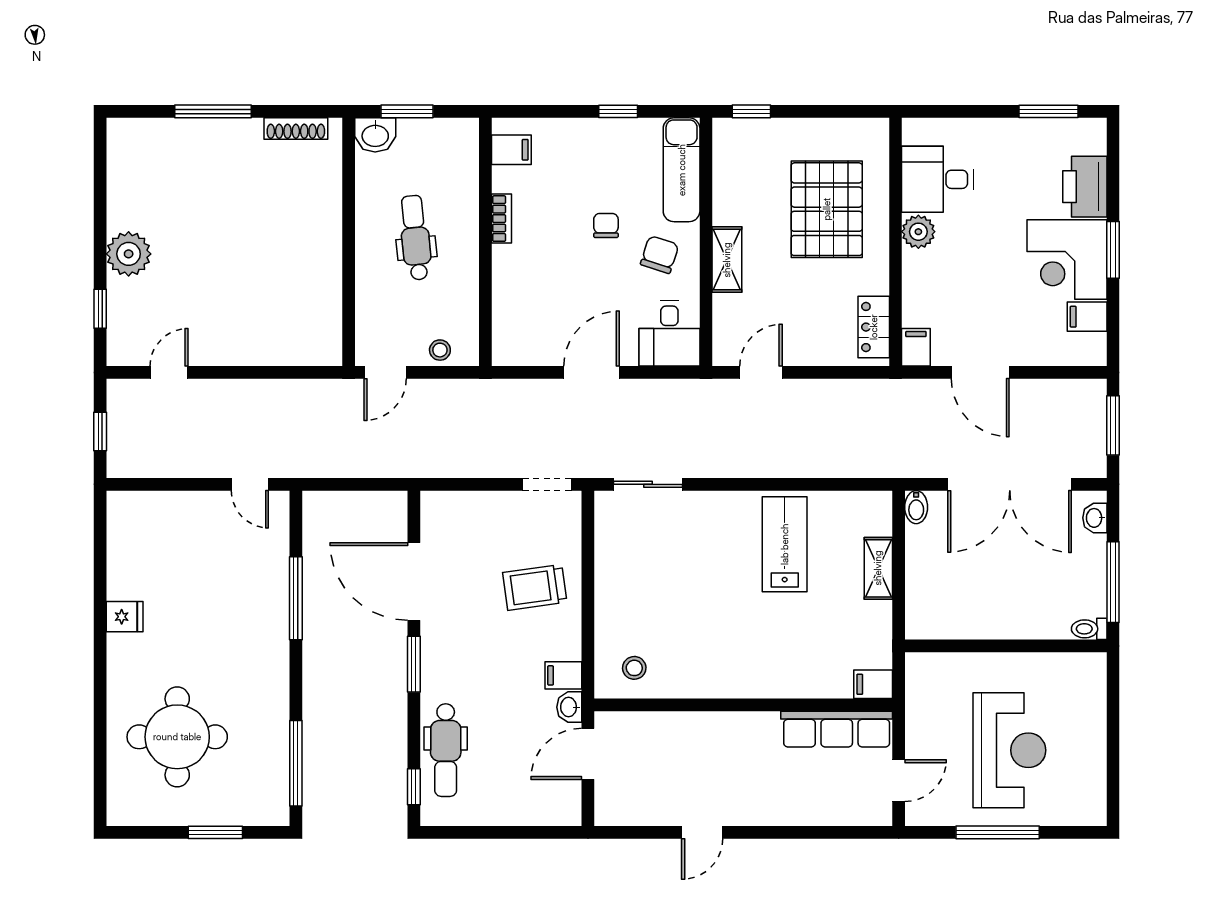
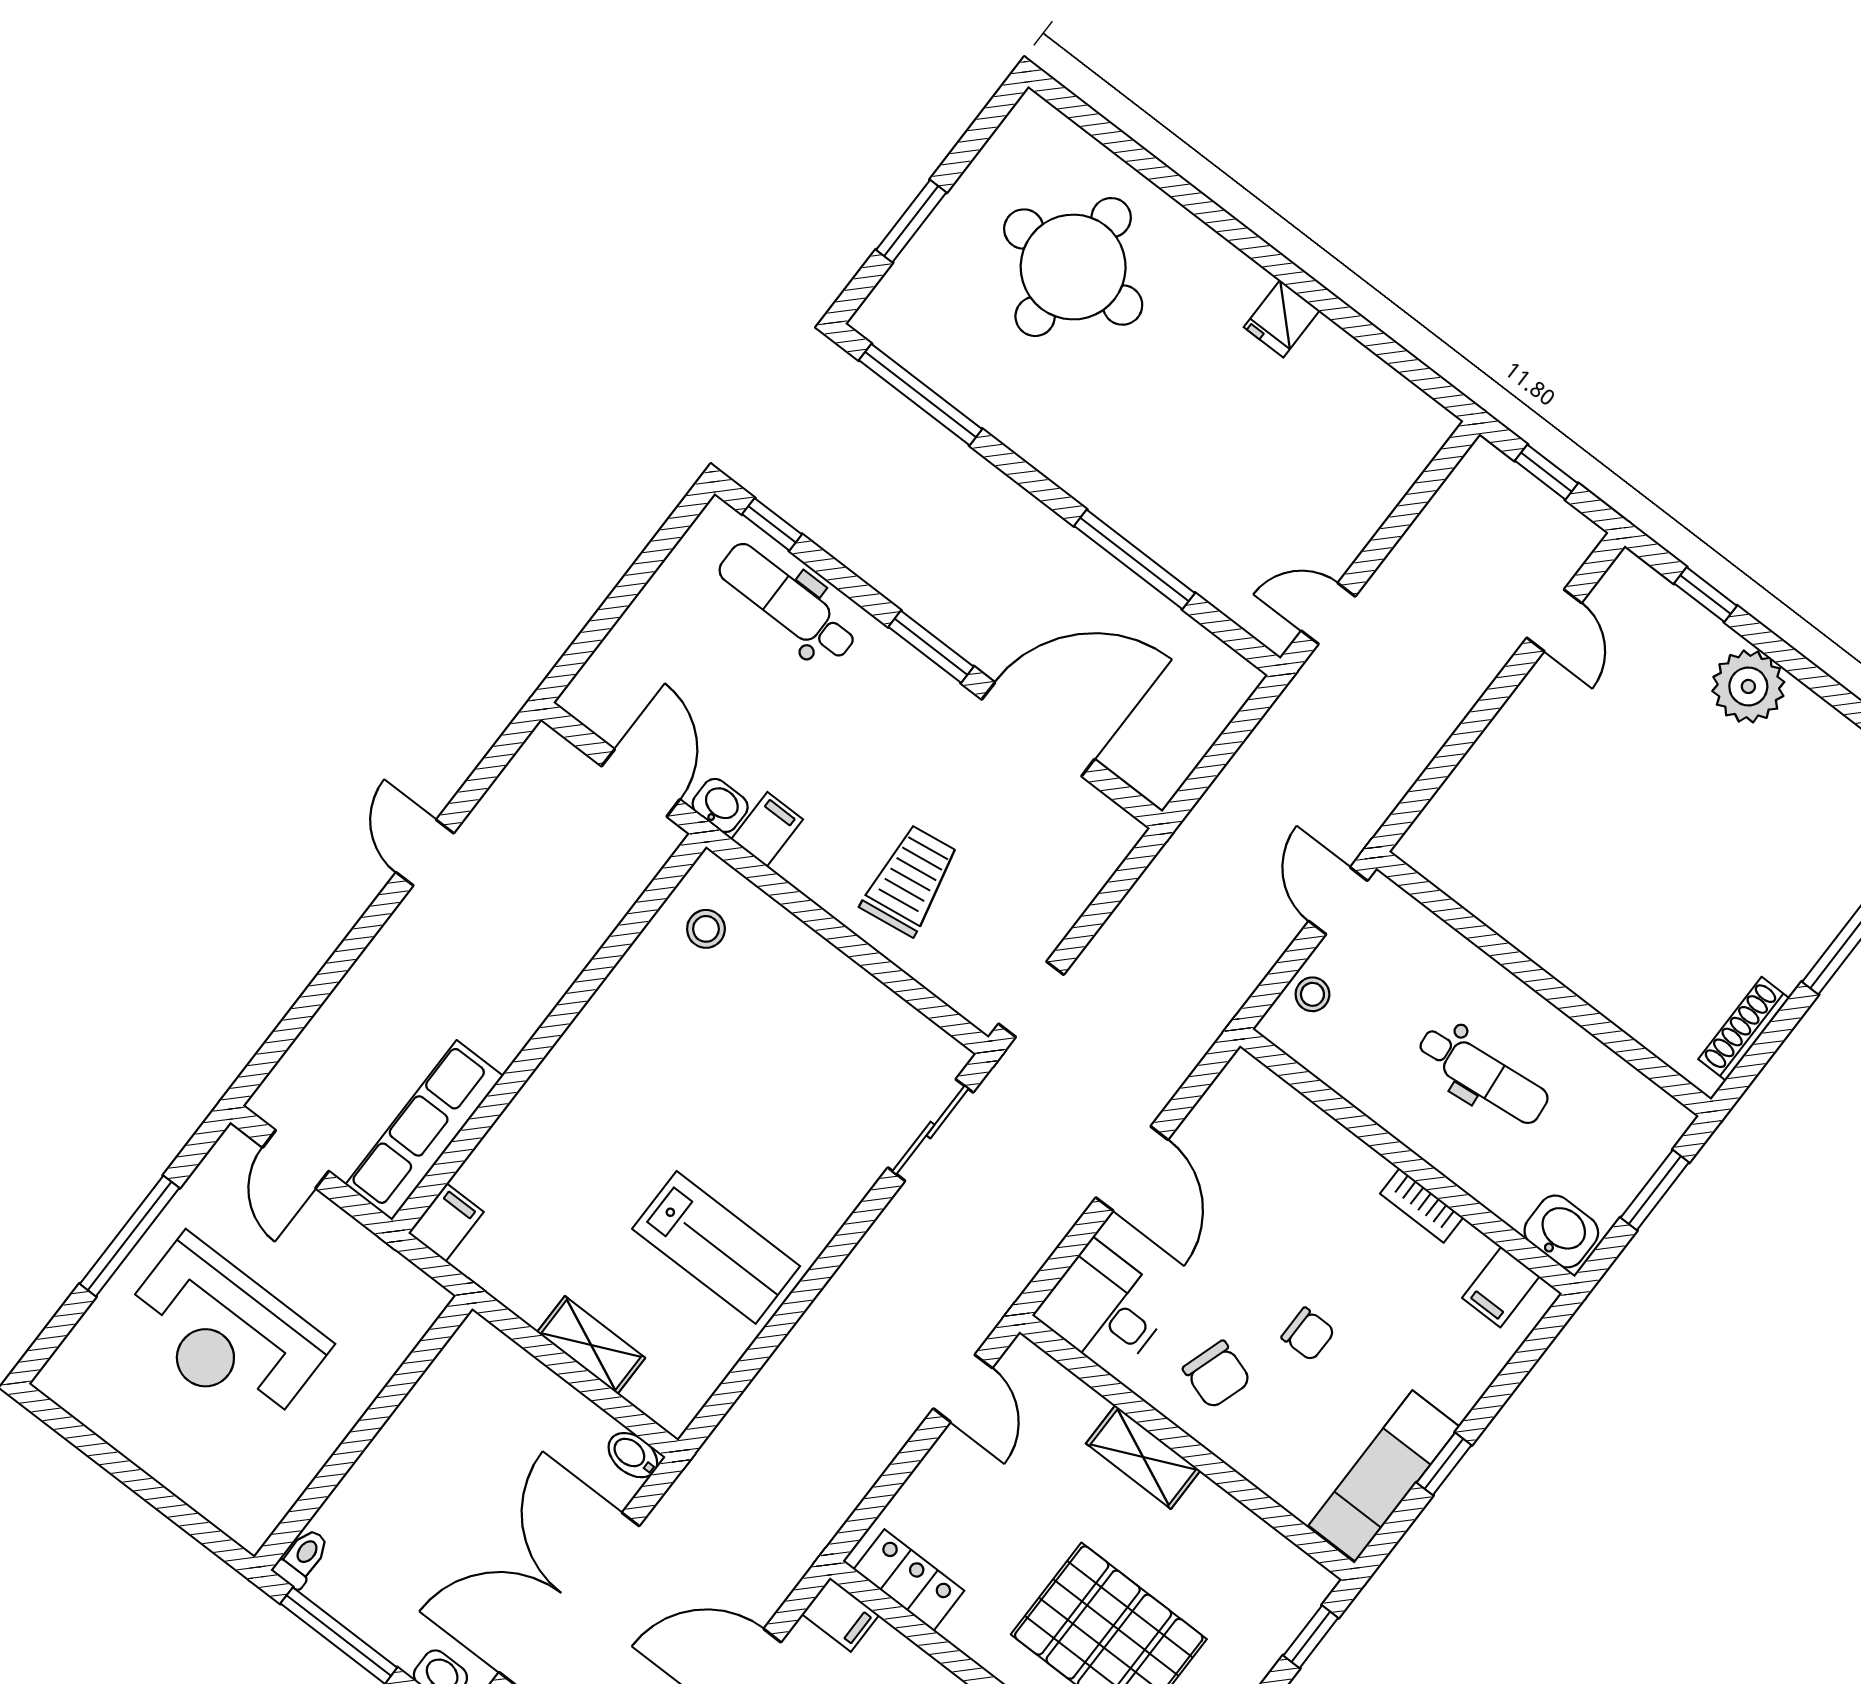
washbasin: (375, 135) -> (1561, 1231), moved, turned 90
exam couch: (682, 170) -> (1384, 1476), moved, turned -90

